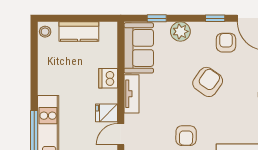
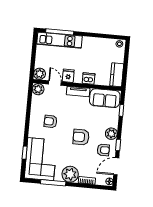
plant: (180, 31) -> (111, 134), moved
kitchen counter: (79, 32) -> (117, 75), moved
armchair: (208, 82) -> (81, 137), turned 145

